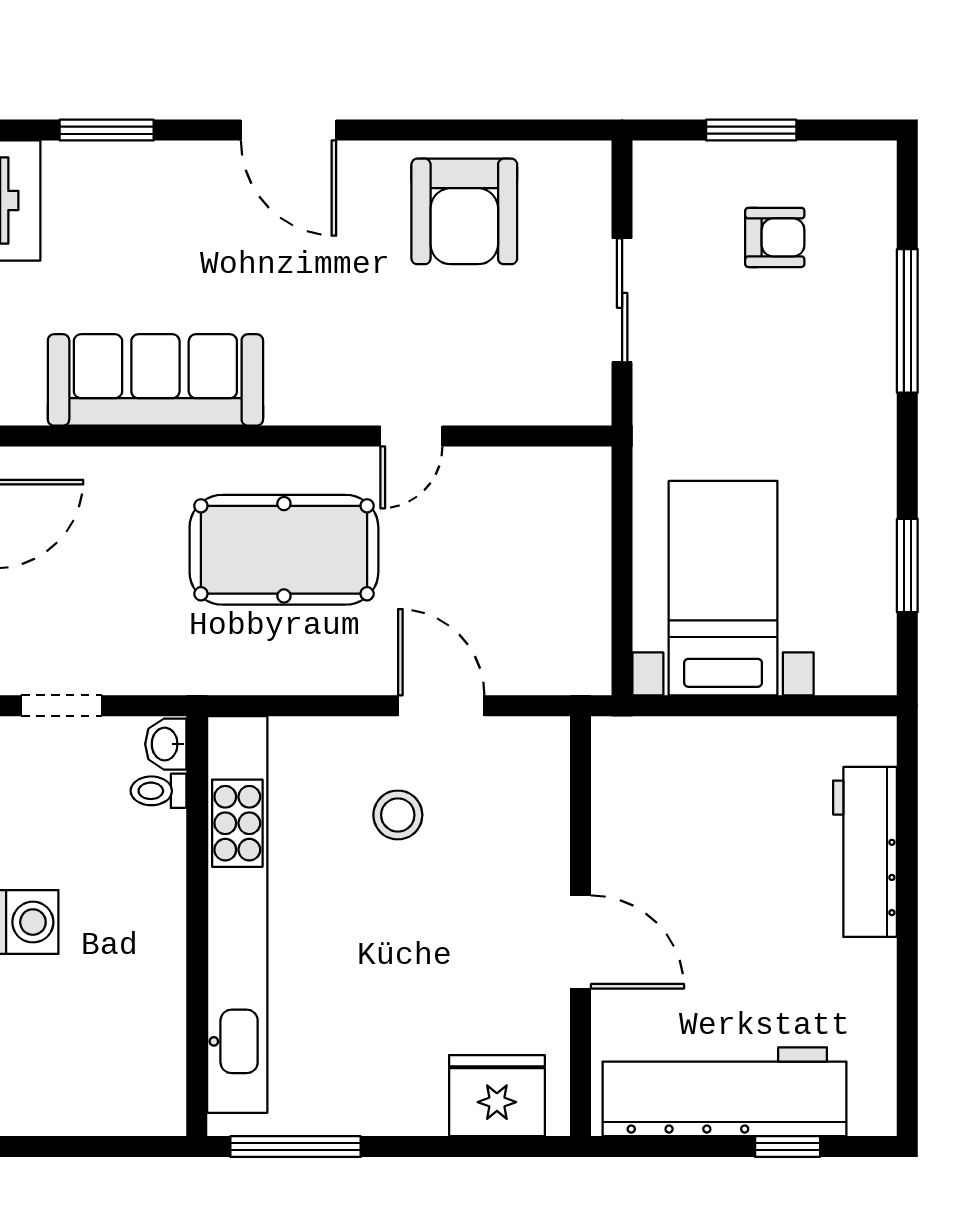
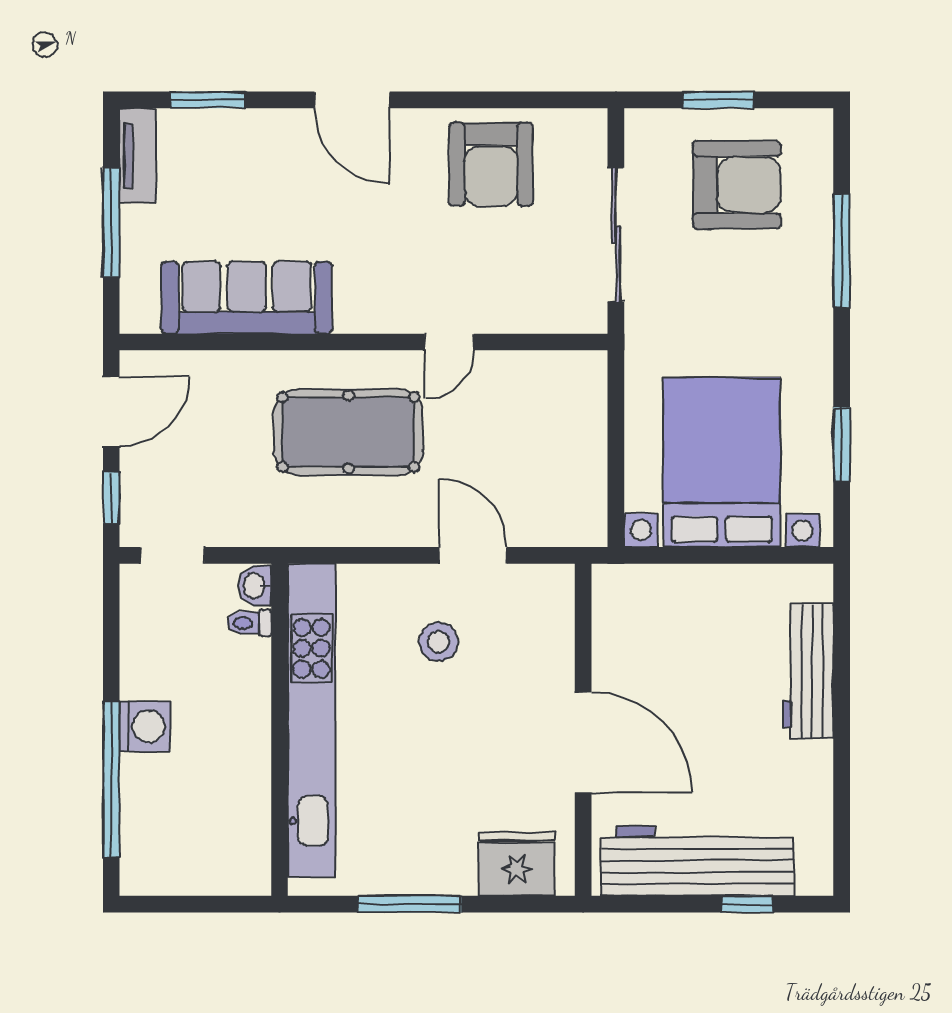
armchair: (775, 237) -> (737, 185), width x1.88, depth x1.88
sliding door: (622, 300) -> (616, 235), width x1.37
bed with nightstands: (723, 588) -> (722, 462), width x1.36
door: (581, 942) -> (583, 742), width x1.36
window: (295, 1147) -> (410, 904), moved

